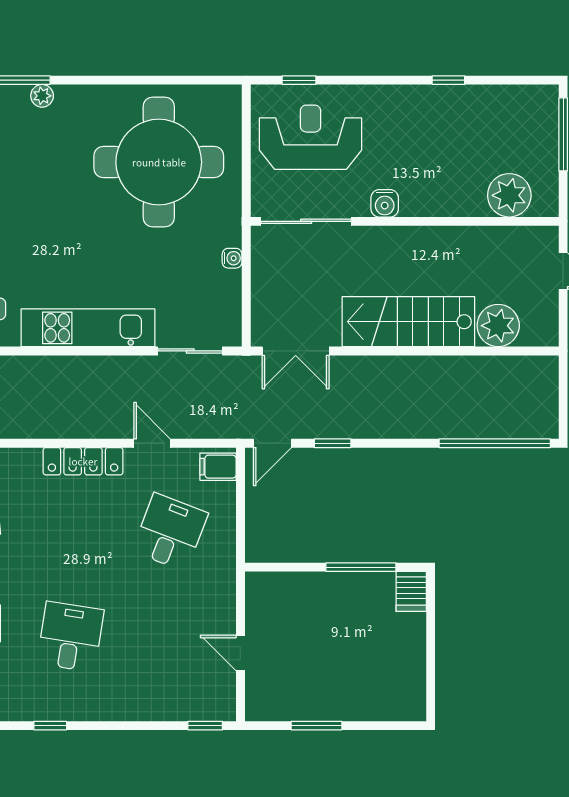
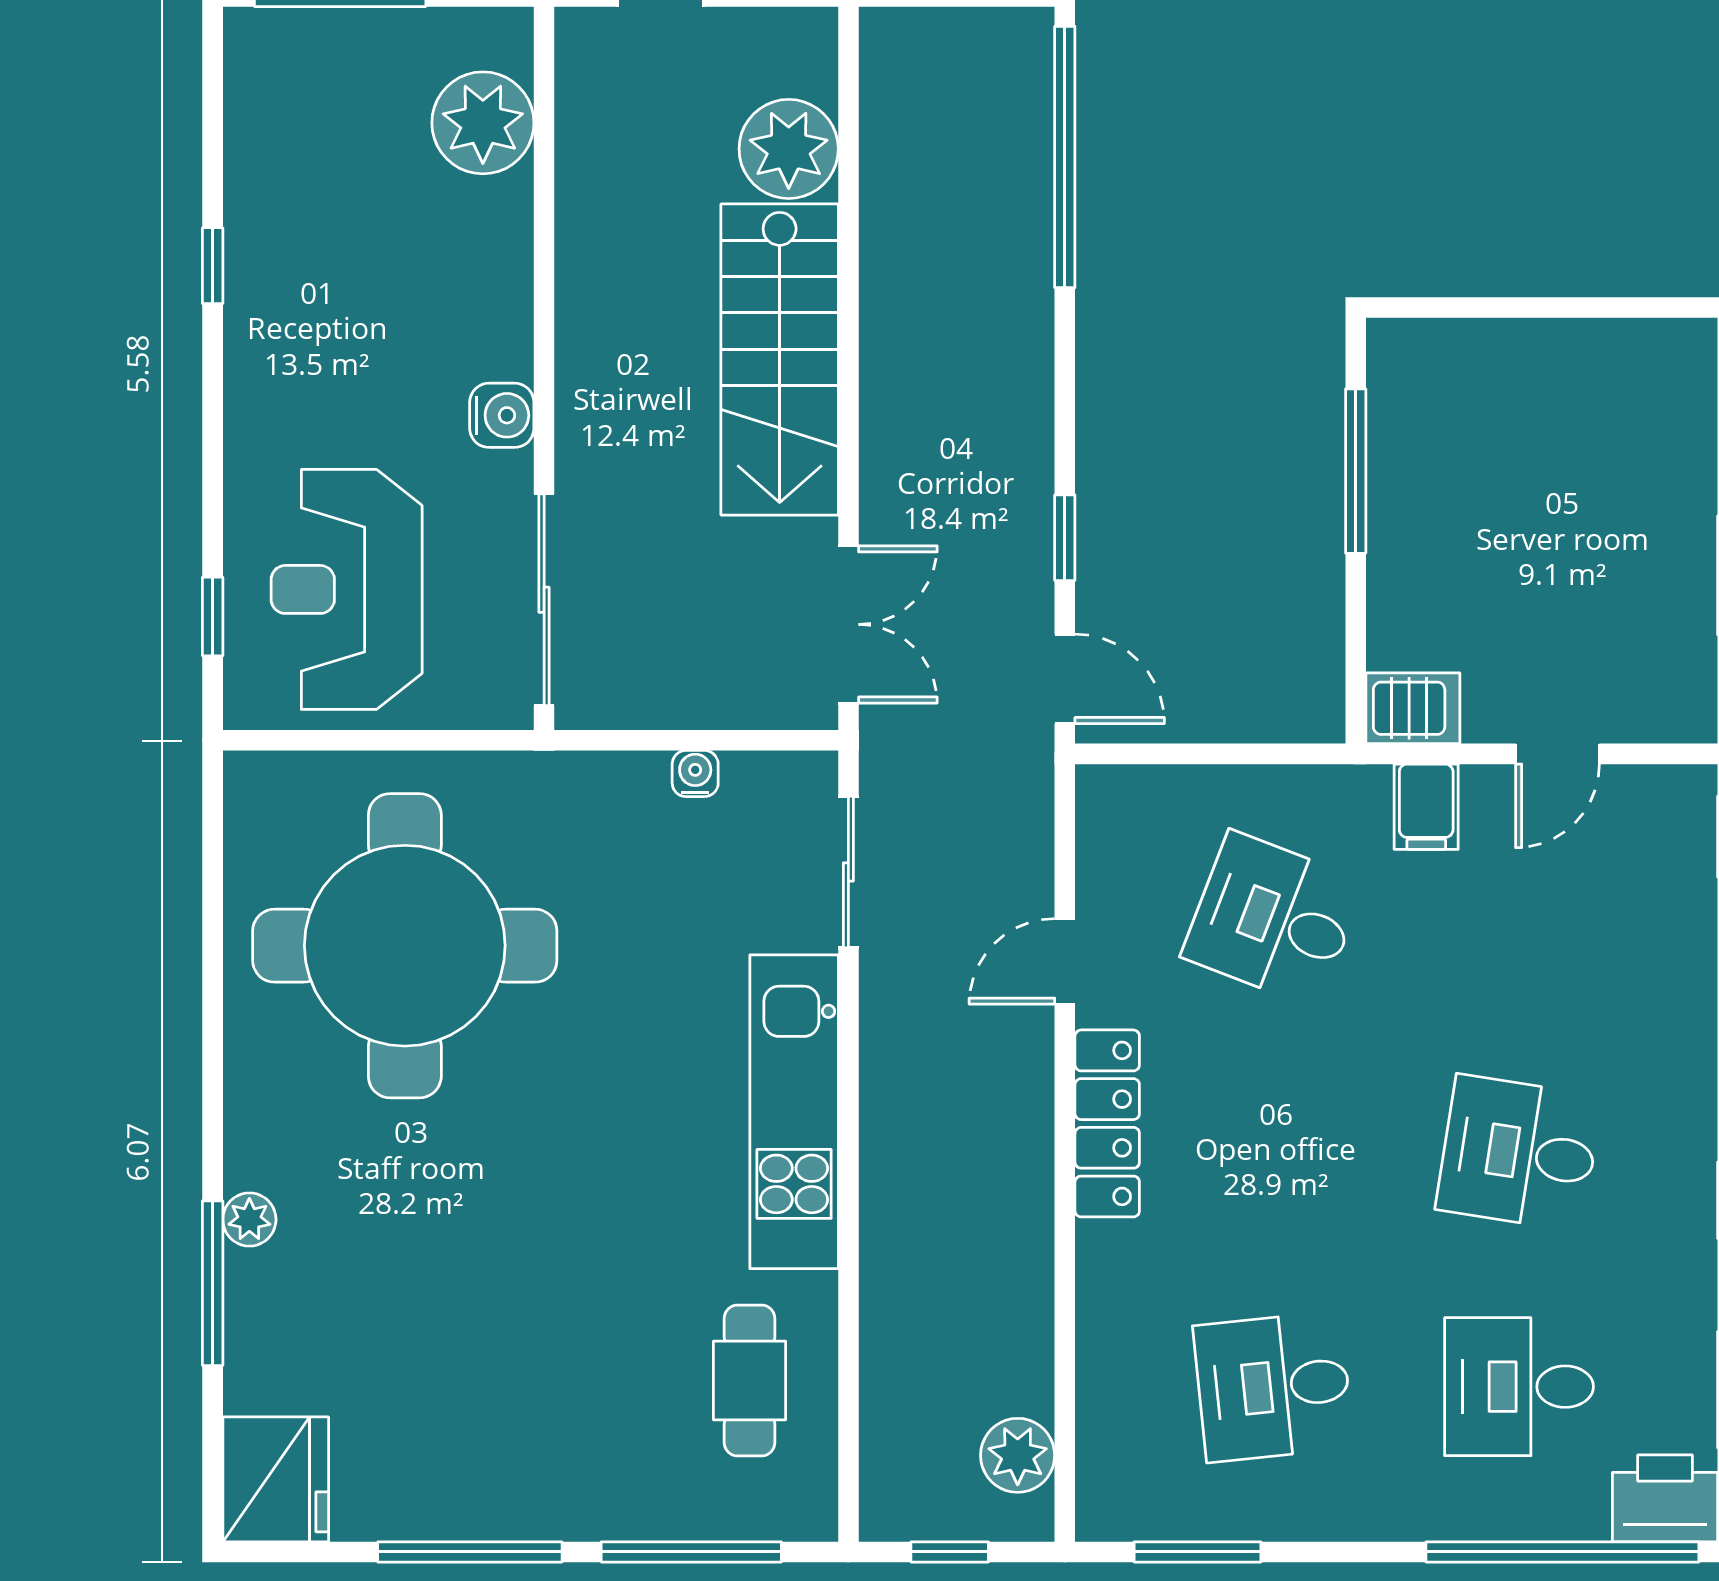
water cooler: (232, 258) -> (695, 774), moved
filing cabinet: (218, 467) -> (1426, 807), moved
server rack: (411, 591) -> (1413, 708), moved

